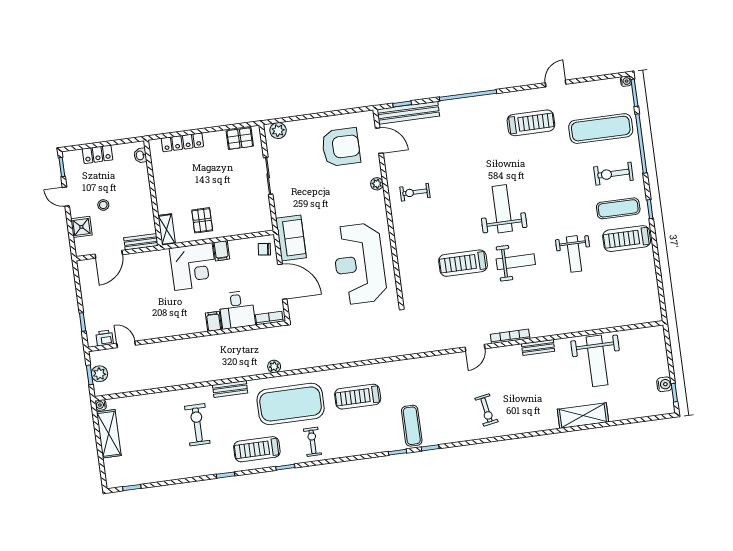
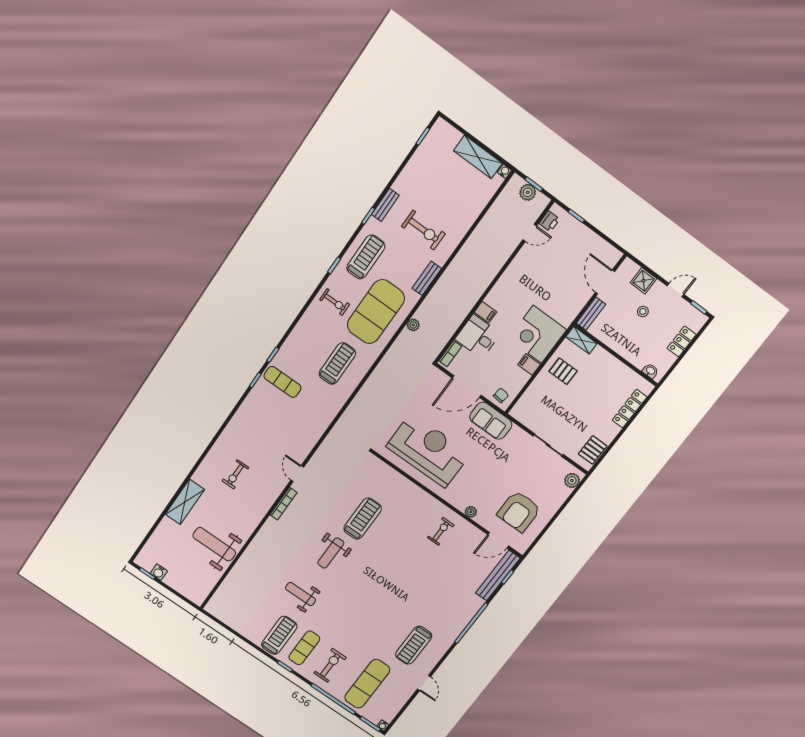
weight bench: (502, 209) -> (375, 577), removed
bench: (538, 347) -> (385, 205), moved
exercise bike: (486, 410) -> (235, 474), moved, turned -80

